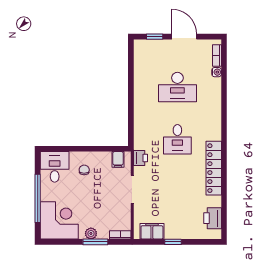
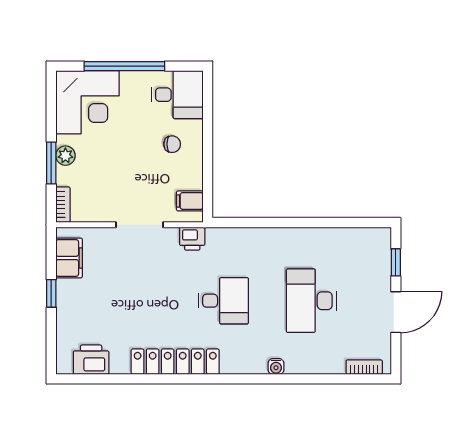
water cooler: (217, 72) -> (276, 367), moved
desk: (177, 139) -> (224, 301), turned 180

